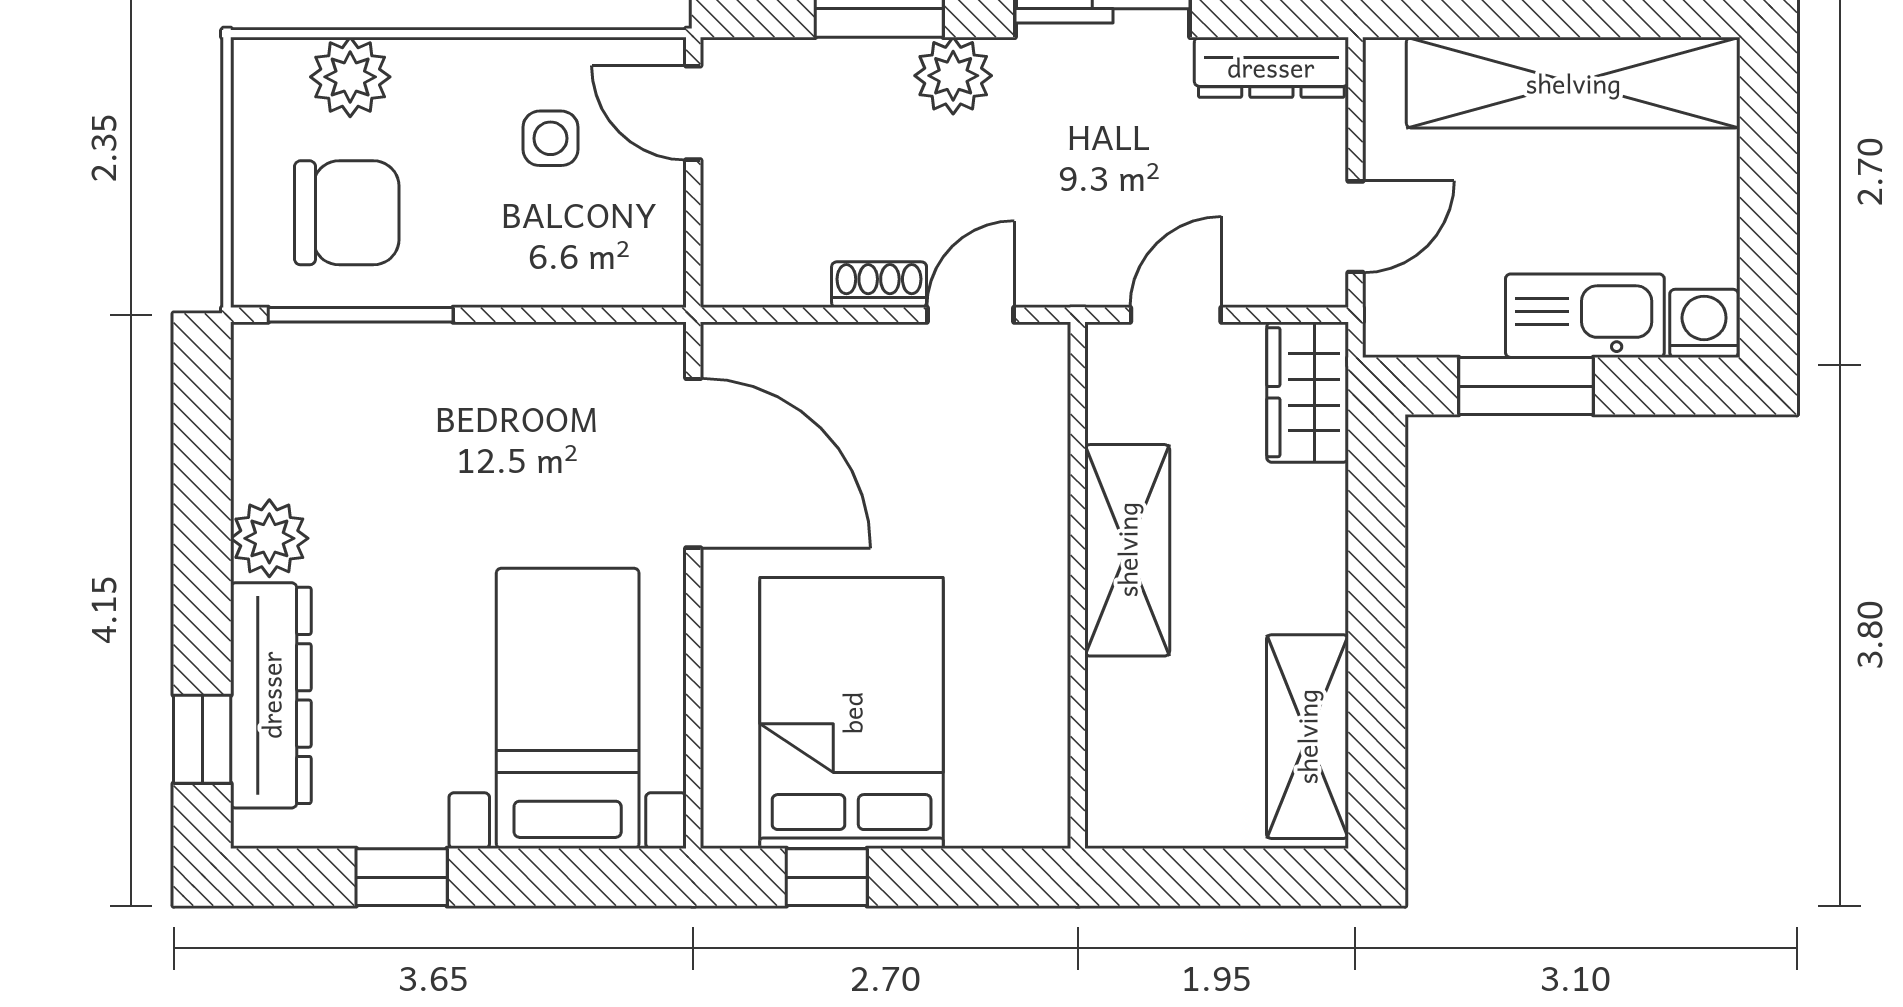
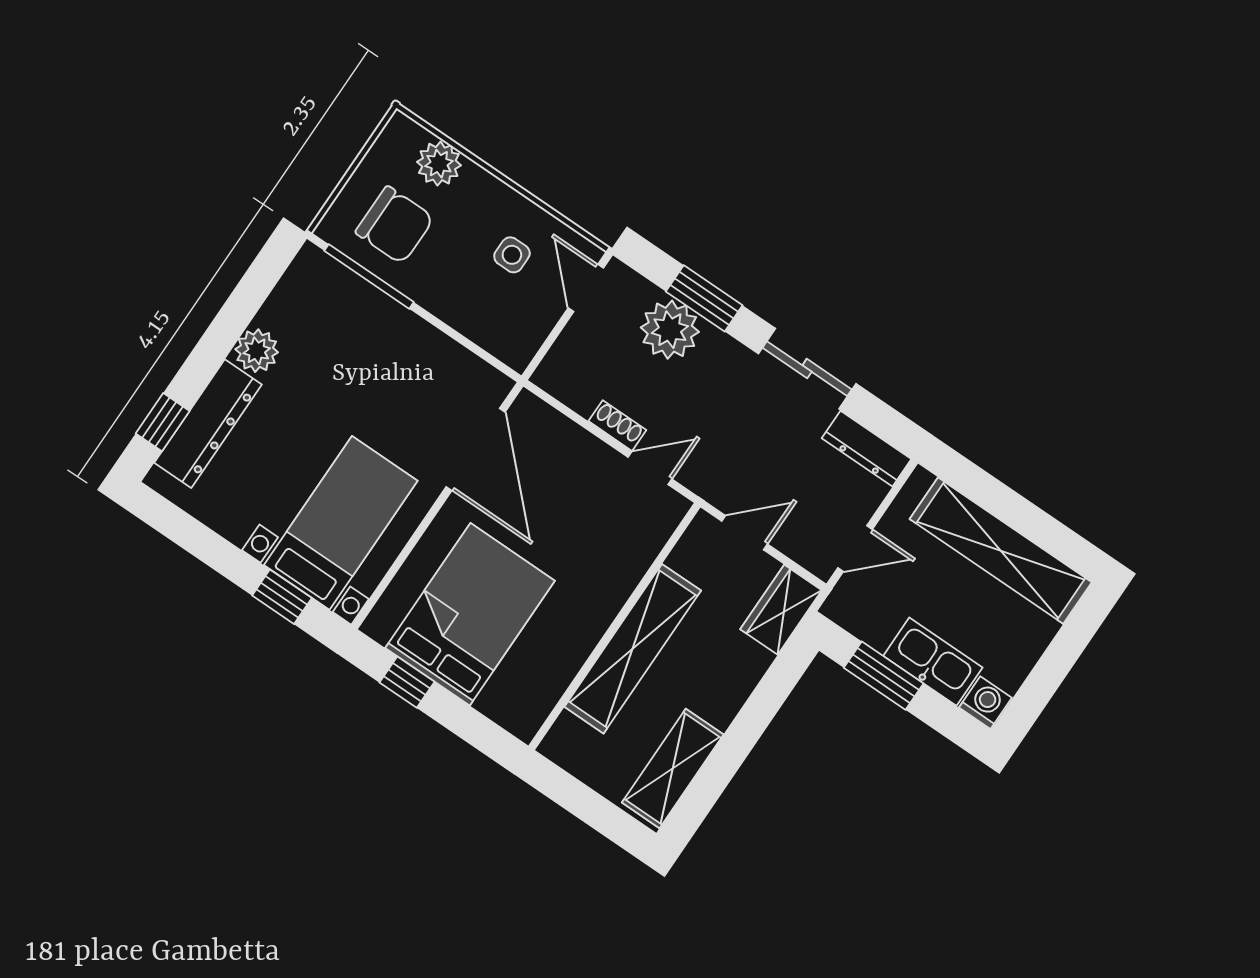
plant: (953, 76) -> (670, 330), moved, width x1.36, depth x1.36
shelving: (1127, 550) -> (633, 649), width x1.47
window: (402, 877) -> (282, 597), moved

